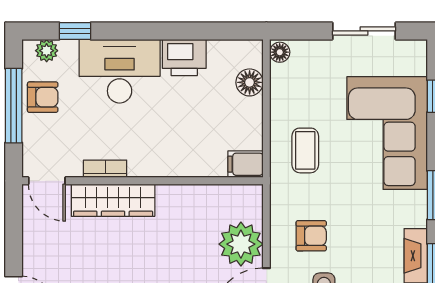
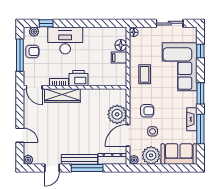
printer: (184, 57) -> (79, 78), moved, turned 180
filing cabinet: (245, 164) -> (119, 58), moved

